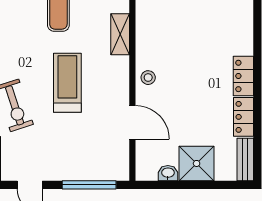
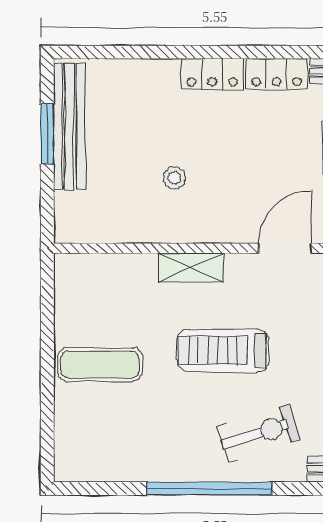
shelving: (120, 34) -> (191, 268), moved
stool: (148, 78) -> (175, 178), moved

